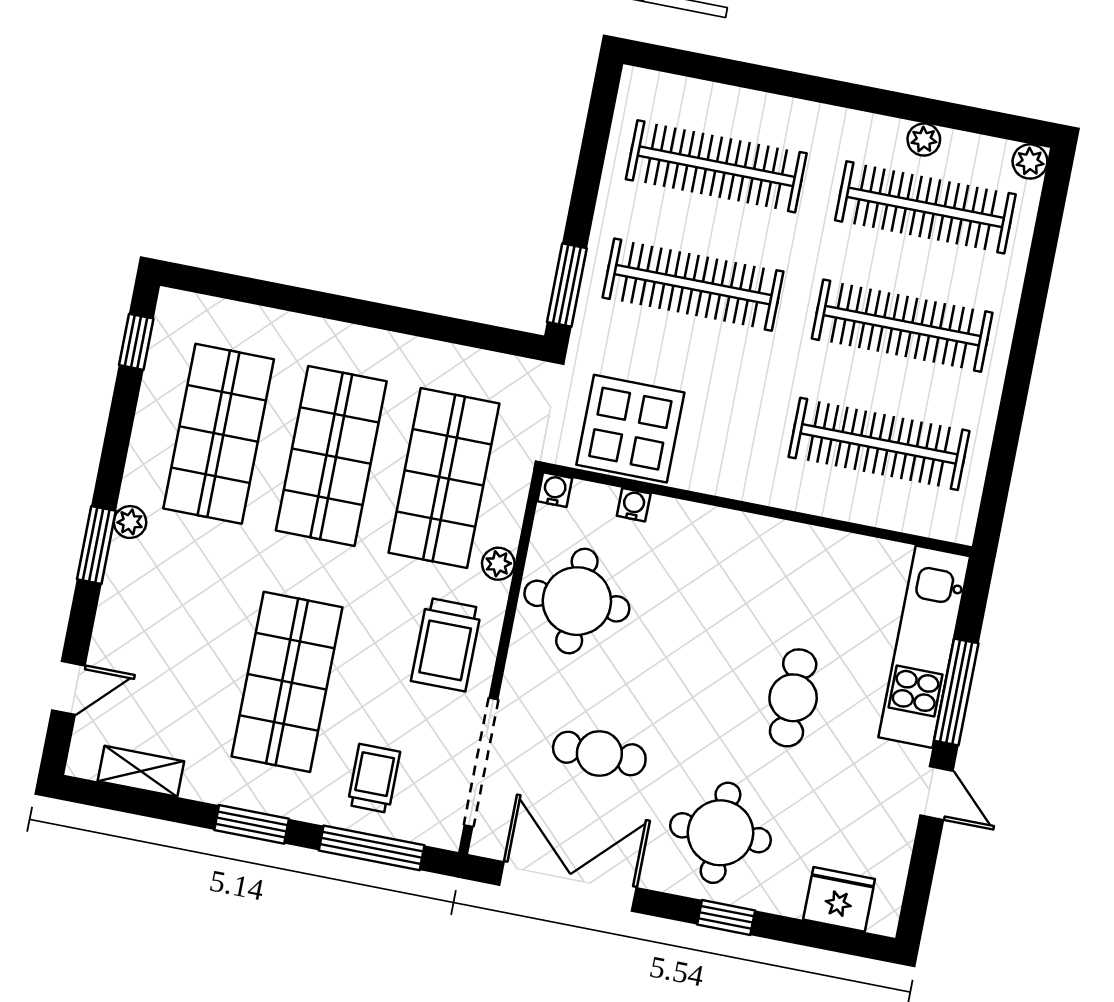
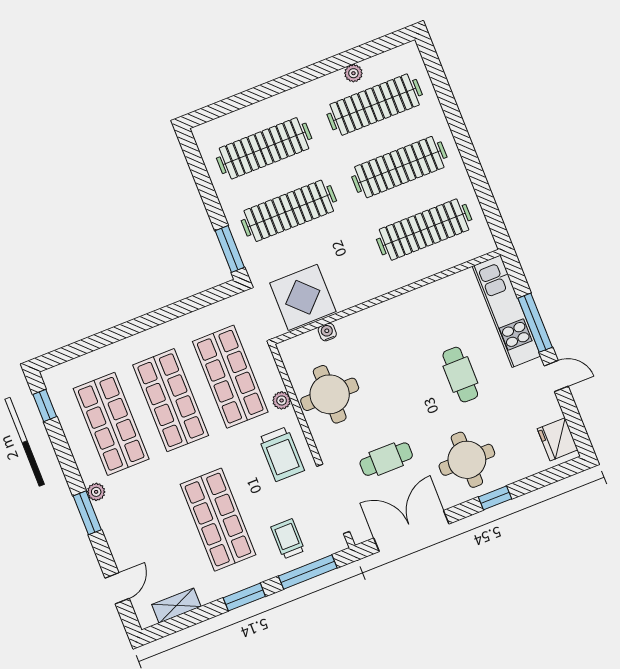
plant: (1030, 161) -> (410, 52), removed
water cooler: (555, 490) -> (286, 349), removed
fridge: (839, 899) -> (558, 439), moved, turned -90

